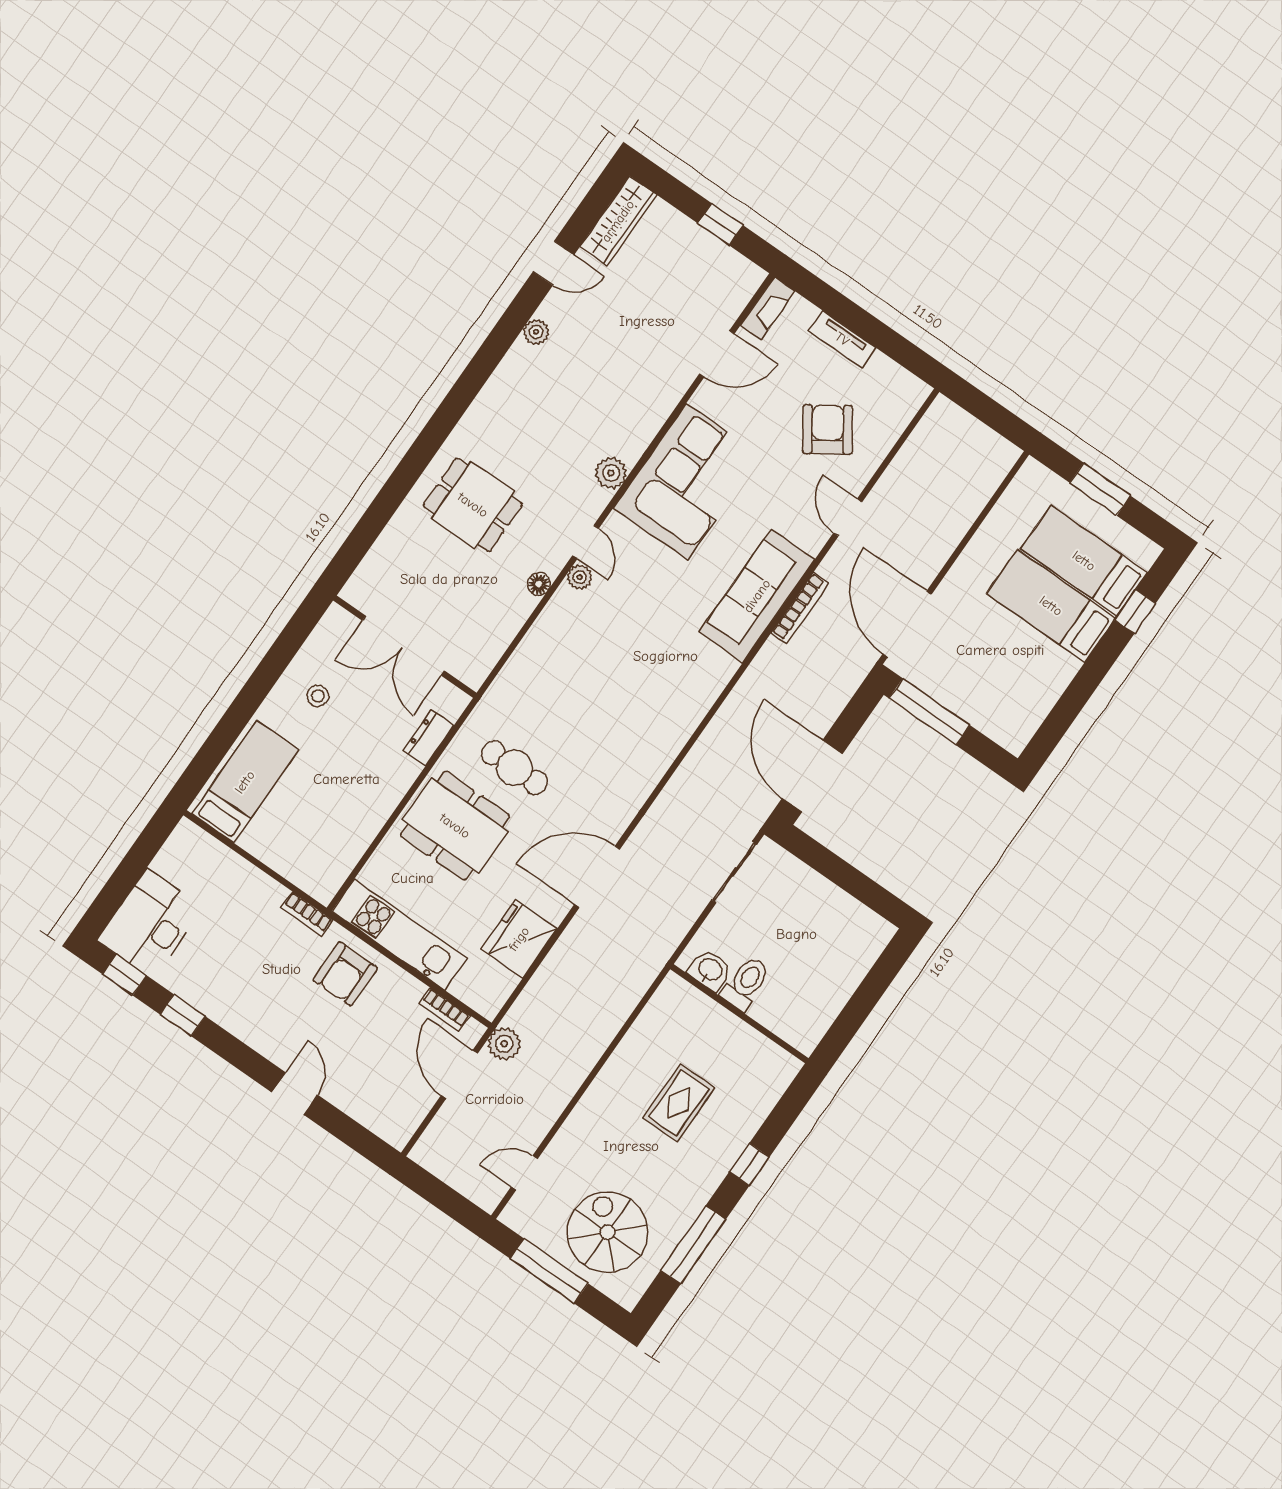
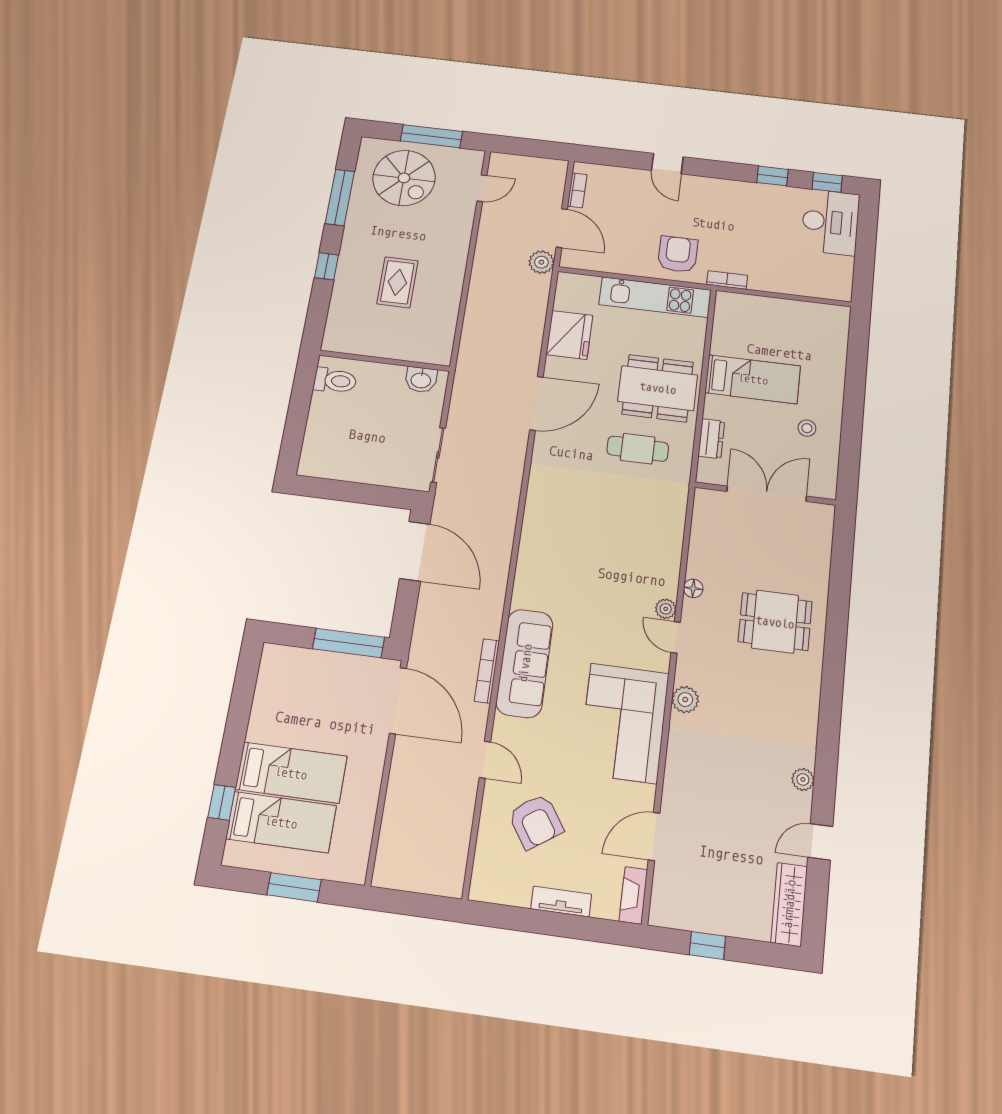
bed: (245, 782) -> (753, 379), moved, turned -90
toilet: (746, 983) -> (335, 381), moved, turned -90
bookcase: (445, 1010) -> (577, 190), moved, turned 90

